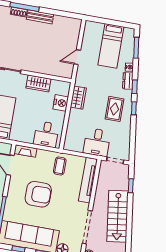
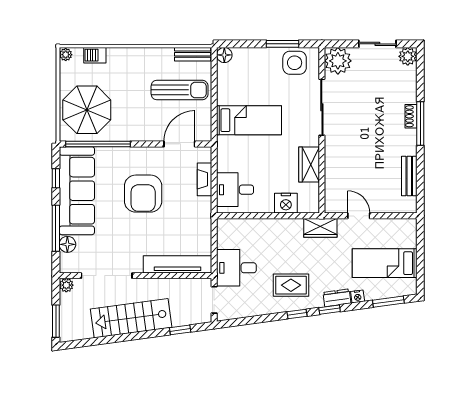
bench: (40, 17) -> (409, 176), moved
wardrobe: (78, 98) -> (320, 228), moved
fireplace: (25, 151) -> (204, 179), moved
coffee table: (60, 166) -> (191, 218), removed

